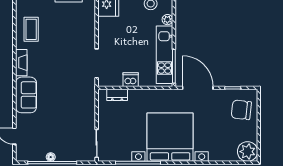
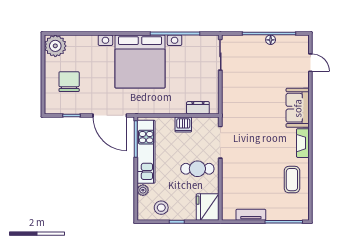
cafe table: (118, 39) -> (197, 169), added
chair: (241, 110) -> (69, 82), moved, turned -96

